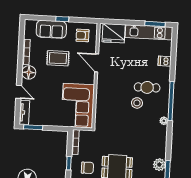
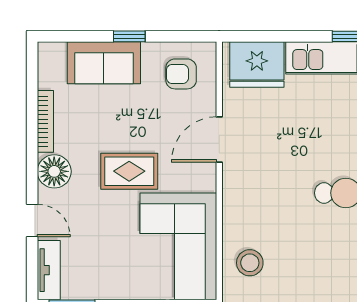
rug: (58, 58) -> (129, 171), moved
door: (97, 63) -> (219, 139), hinge flipped
stool: (137, 103) -> (250, 263), moved

